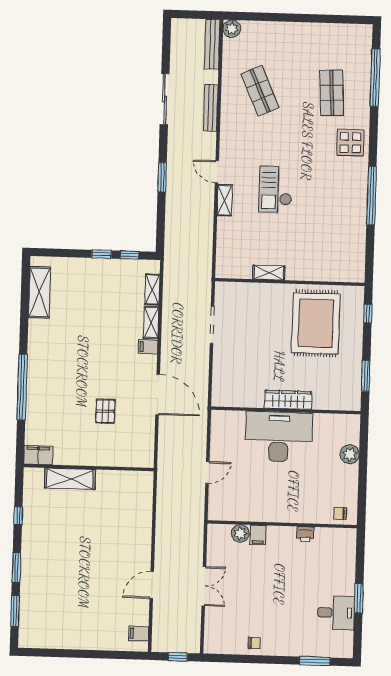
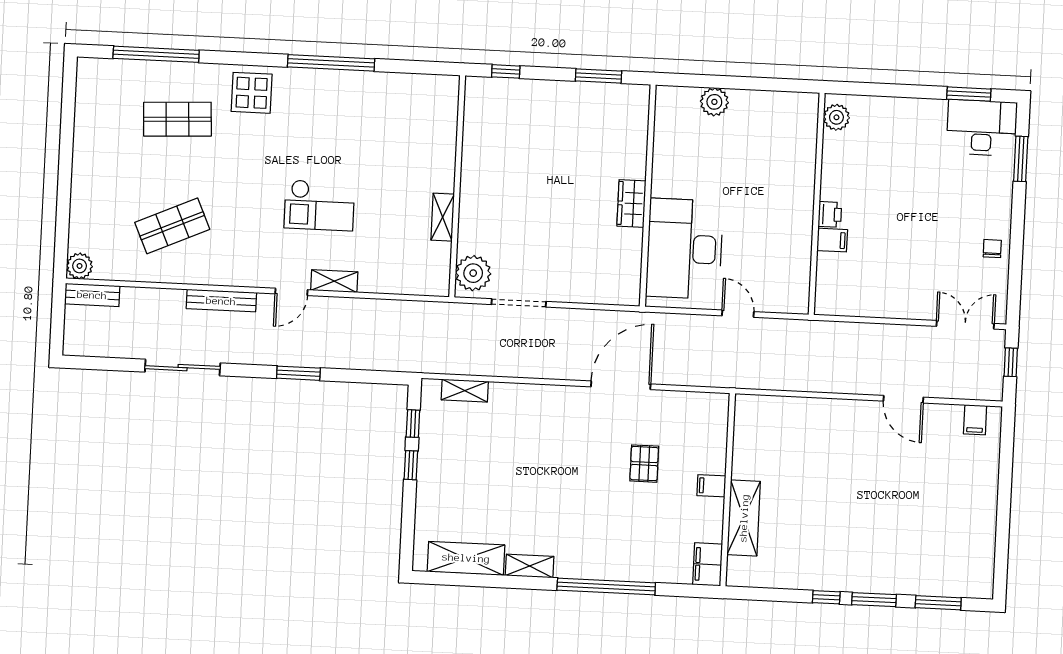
bench: (212, 44) -> (92, 295), width x0.73
bench: (211, 108) -> (221, 301), moved
plant: (232, 294) -> (473, 273), added
shelving: (151, 322) -> (530, 566), moved
rug: (316, 323) -> (519, 149), removed
filing cabinet: (148, 347) -> (711, 486), moved, turned 90
wardrobe: (288, 400) -> (631, 203), width x0.67
pallet: (105, 411) -> (644, 464), turned 90
desk: (279, 437) -> (684, 249), moved
chair: (340, 513) -> (802, 118), removed
window: (18, 516) -> (826, 597), moved
plant: (240, 533) -> (836, 117), moved
printer: (305, 534) -> (830, 214), moved
double door: (204, 586) -> (965, 325), moved
window: (359, 598) -> (969, 94), moved
desk: (336, 613) -> (982, 128), moved, width x1.37

